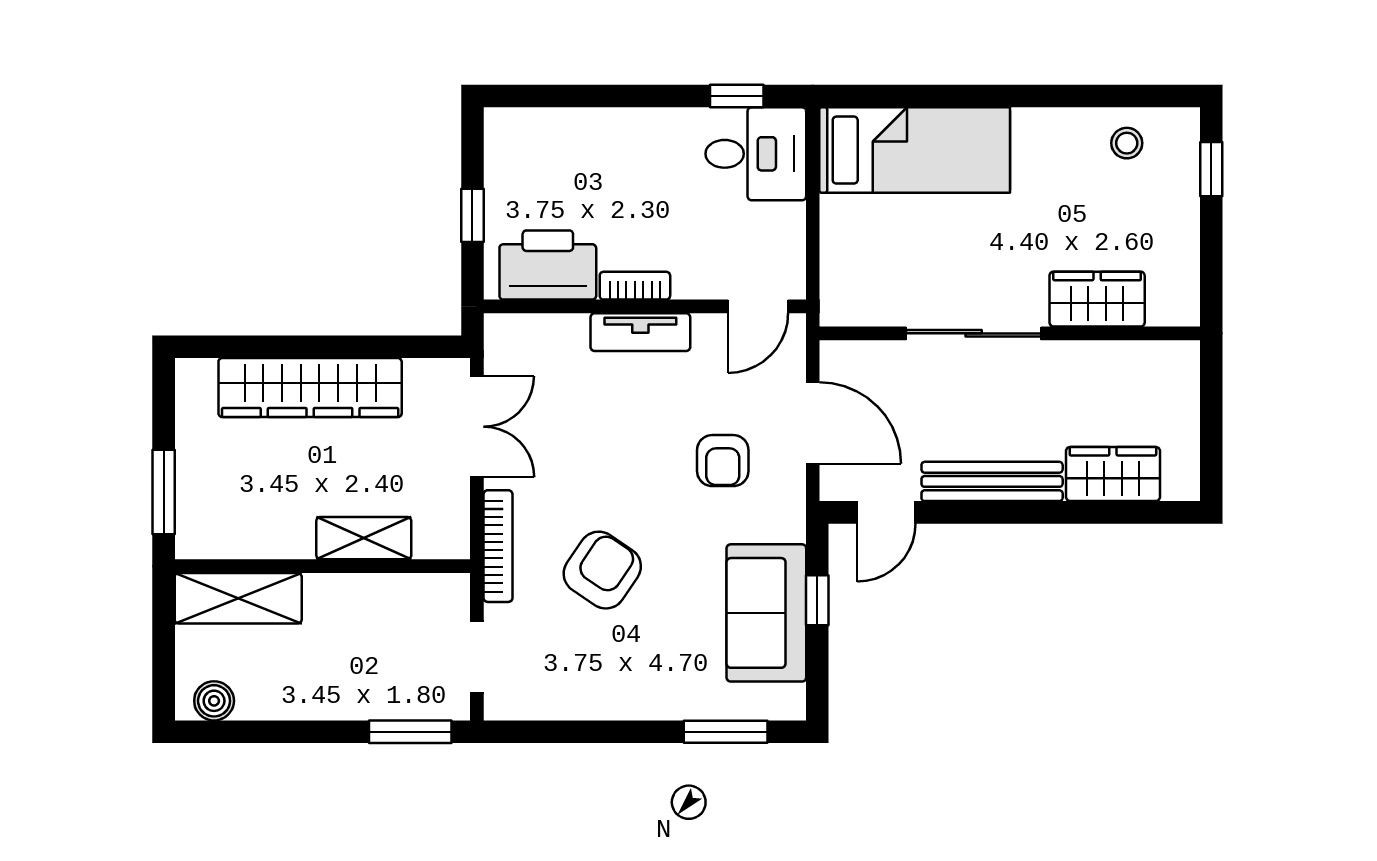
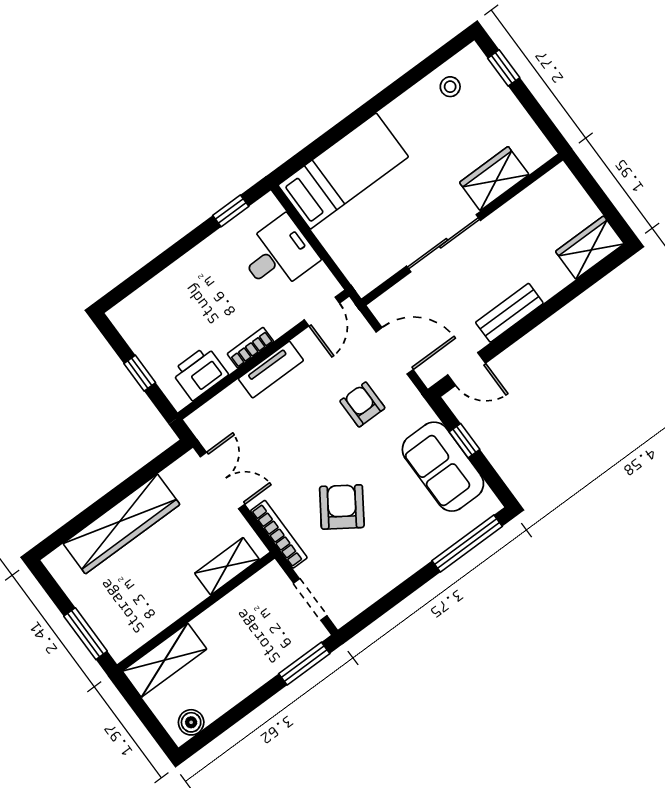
desk: (756, 154) -> (278, 255), moved
printer: (548, 265) -> (200, 373), width x0.73, depth x0.84
armchair: (723, 461) -> (362, 404), turned 180
wardrobe: (1113, 474) -> (590, 248), moved
bench: (992, 481) -> (509, 313), width x0.73
door: (886, 512) -> (467, 369), hinge flipped
shelving: (364, 538) -> (227, 566), moved
window: (726, 732) -> (467, 543), width x1.44

